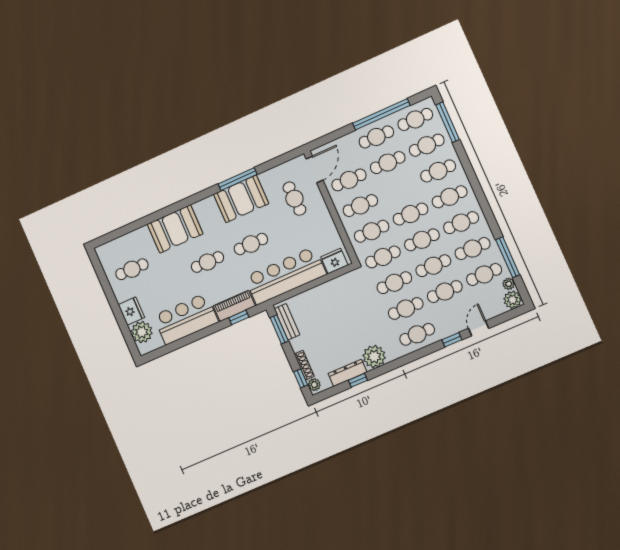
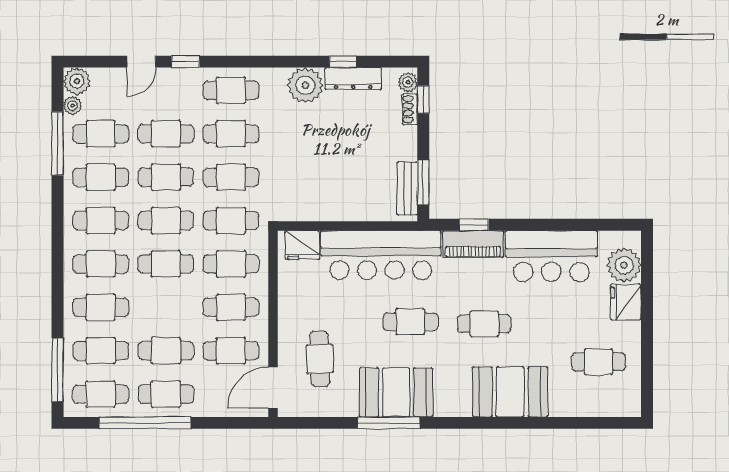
shoe rack: (304, 365) -> (410, 109), width x0.70

